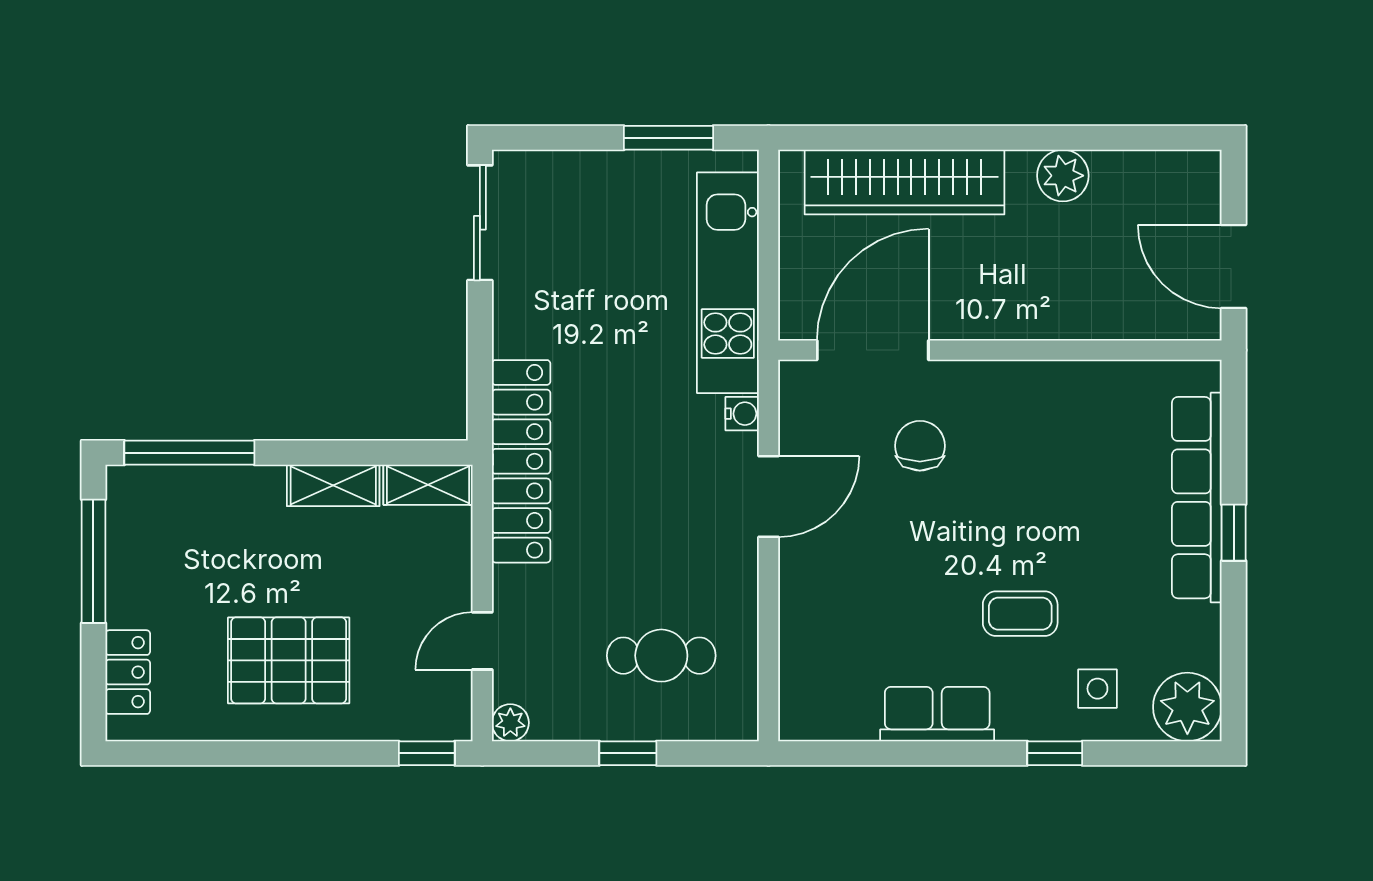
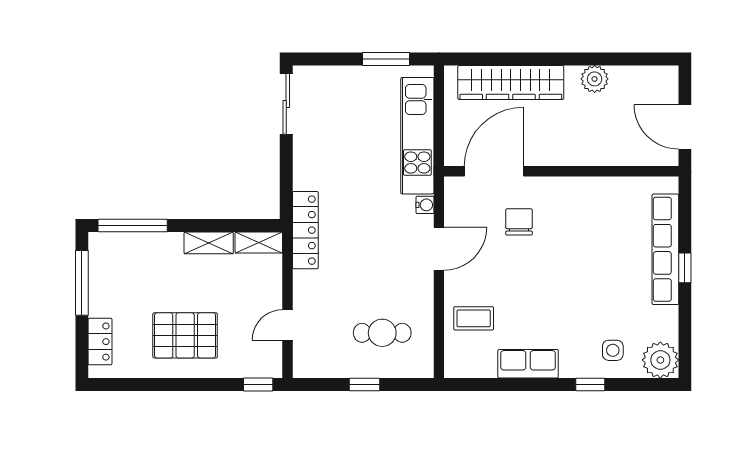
locker: (521, 461) -> (305, 230), width x0.71, depth x0.83
coffee table: (1020, 614) -> (474, 318), moved
plant: (510, 723) -> (302, 368), removed

